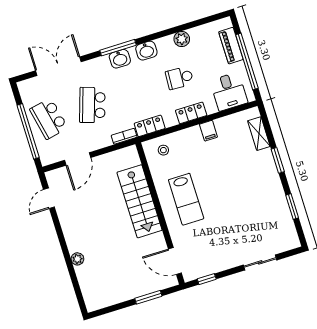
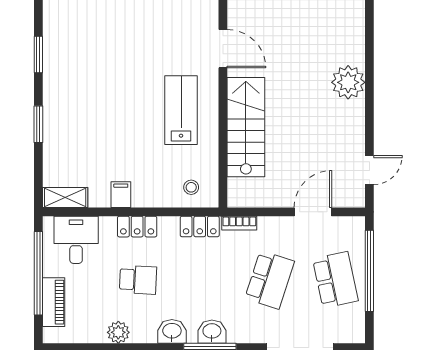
shelving: (259, 134) -> (65, 198), moved, turned 90
plant: (77, 259) -> (348, 82), width x1.87, depth x1.87
door: (175, 261) -> (223, 49), moved

